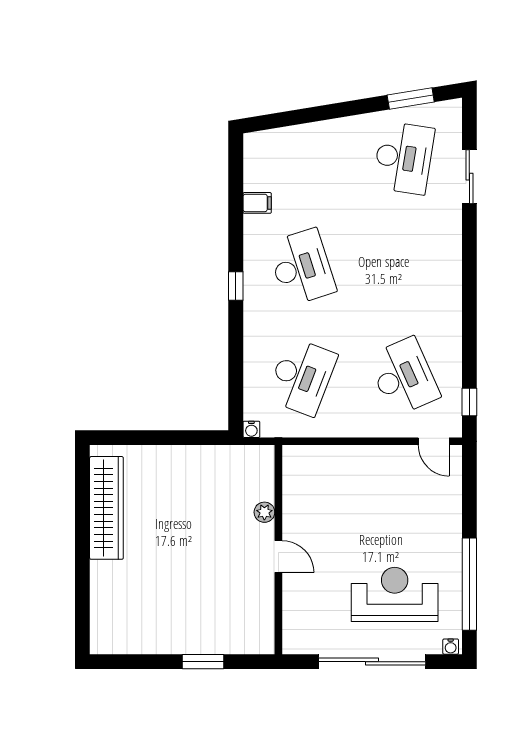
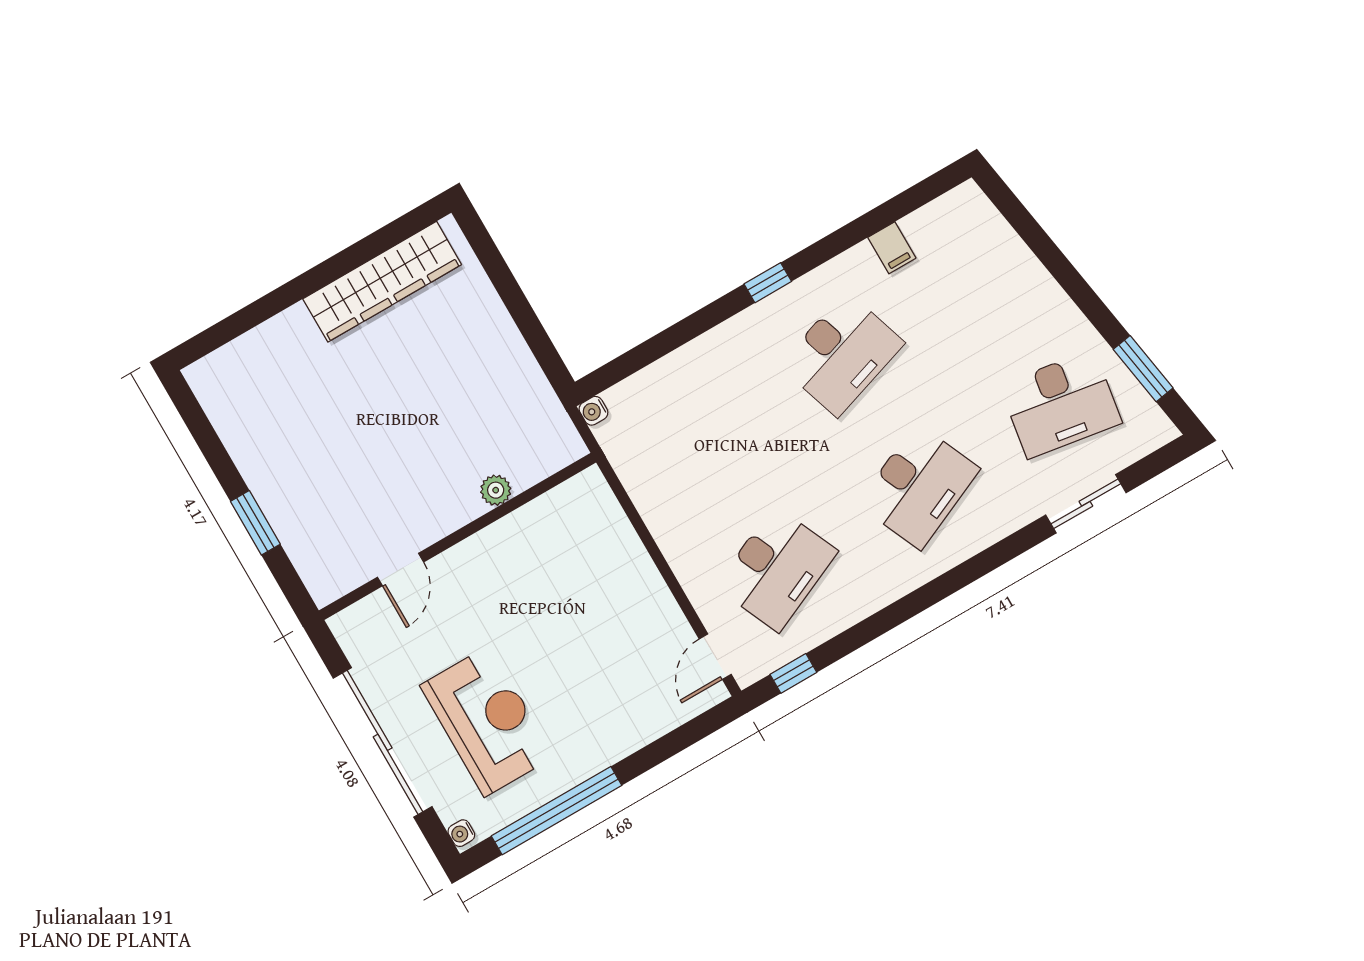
desk: (302, 377) -> (919, 486), moved, turned -45
door: (278, 556) -> (400, 570), moved

